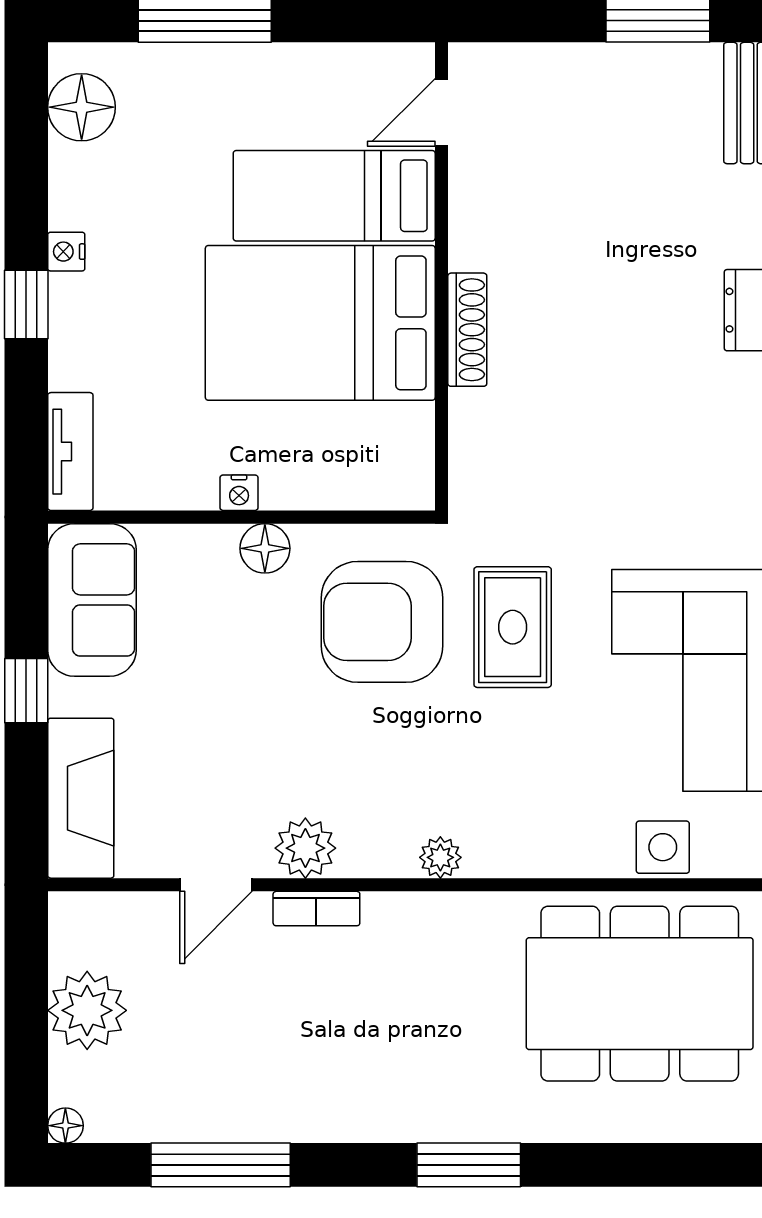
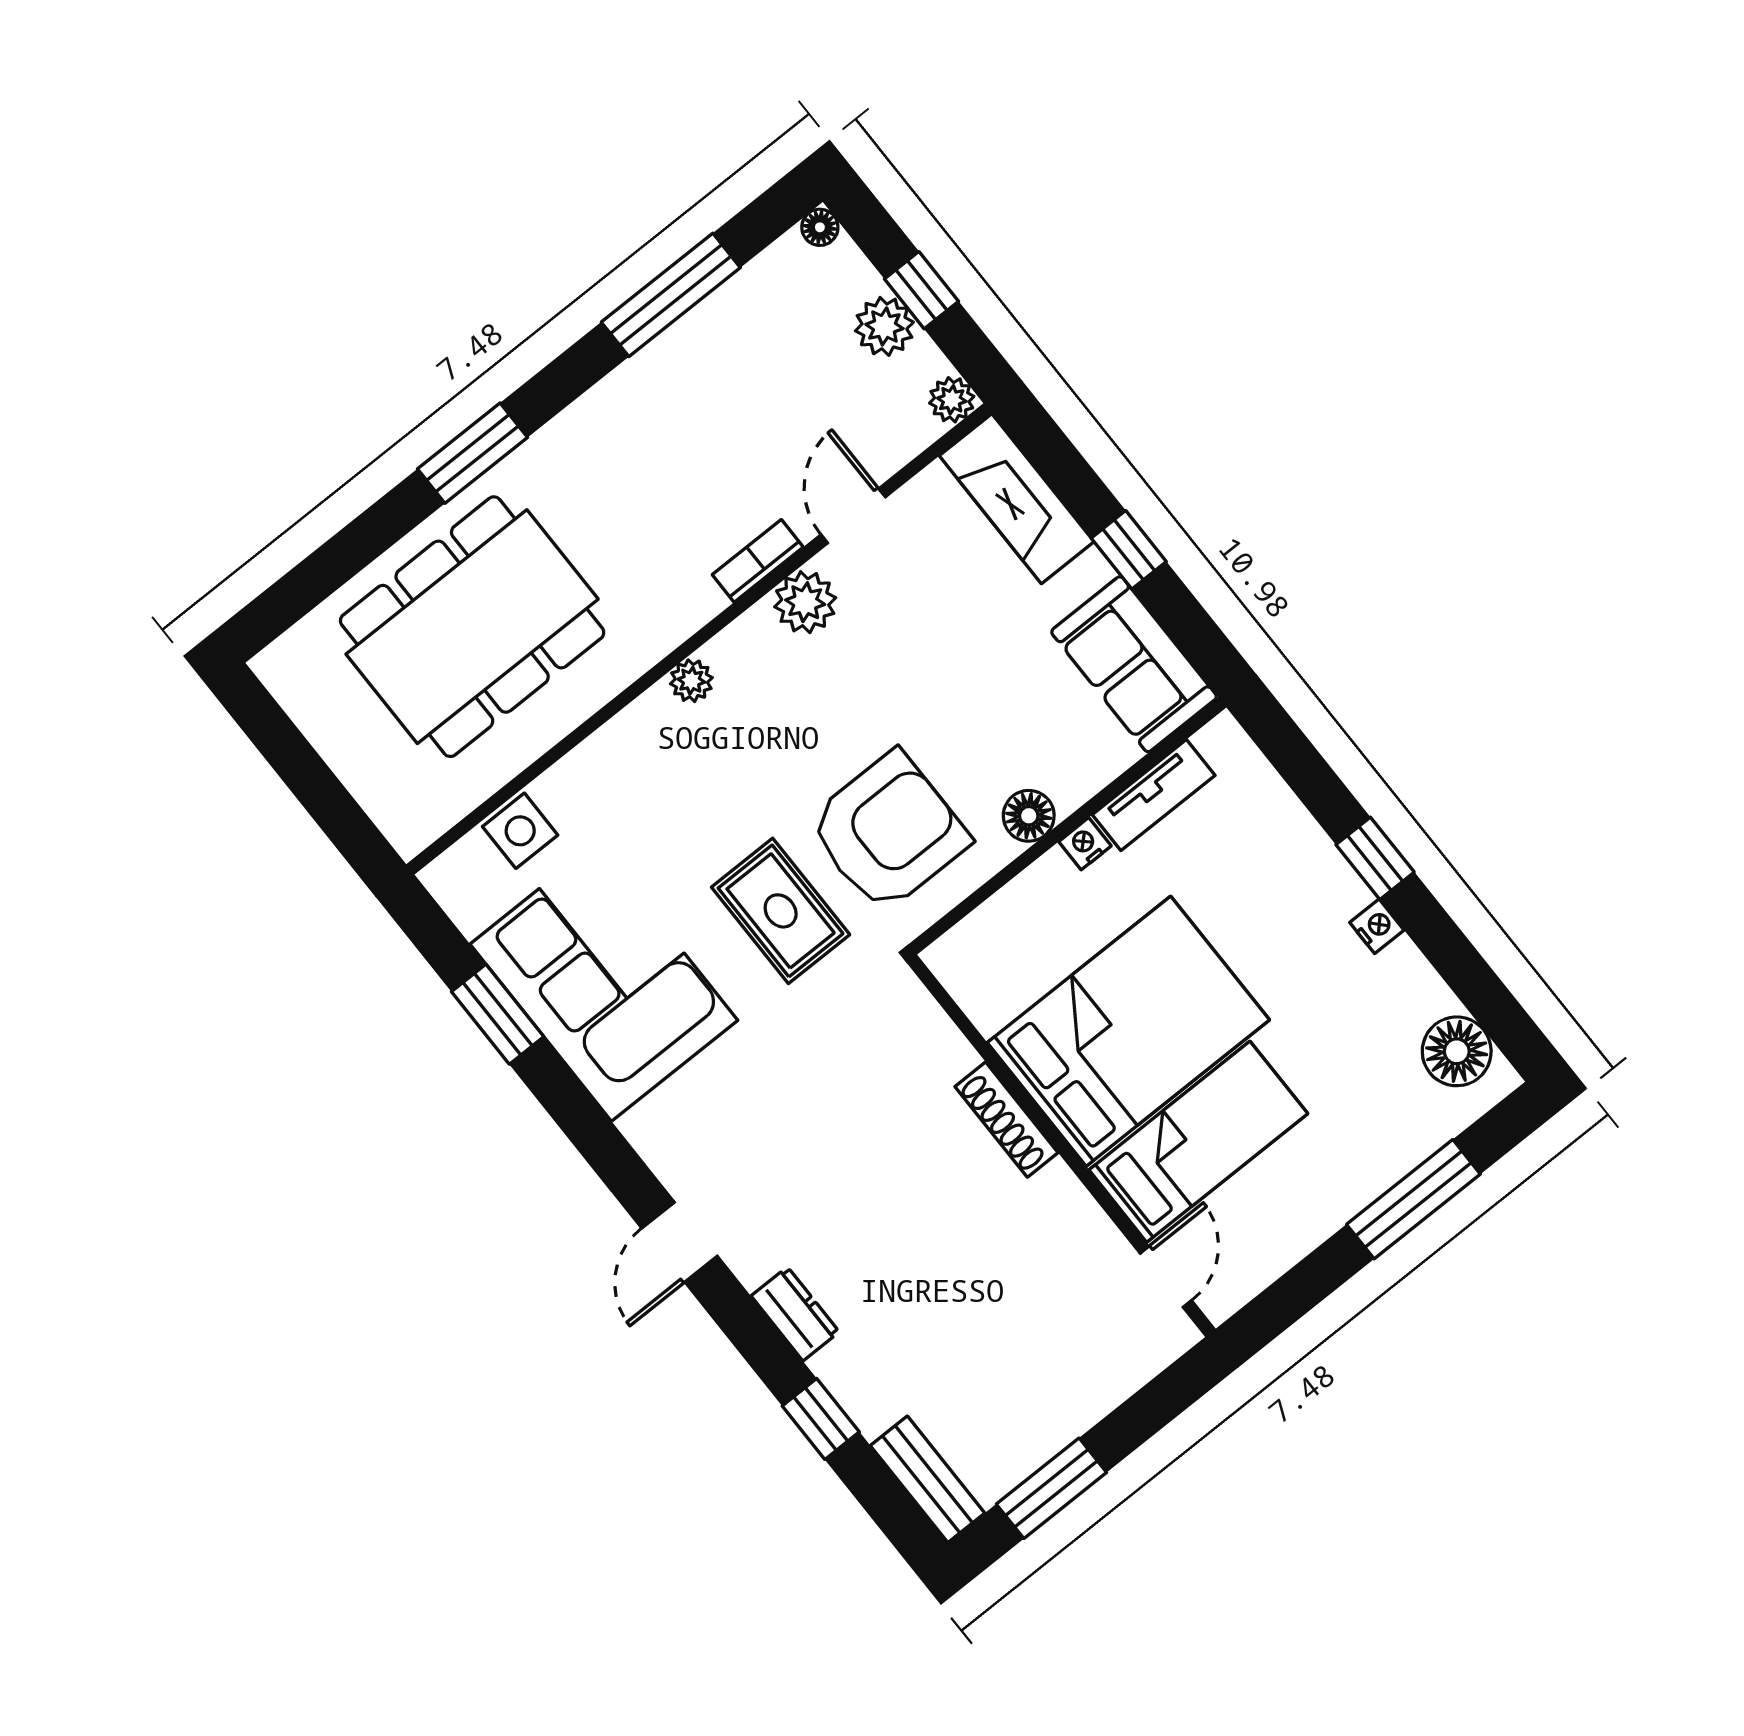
tv unit: (70, 452) -> (1154, 795), moved, turned -90
plant: (70, 913) -> (952, 400), added
dining table: (640, 994) -> (472, 627), moved
plant: (87, 1010) -> (884, 326), width x0.73, depth x0.73
window: (26, 1016) -> (921, 290), added

